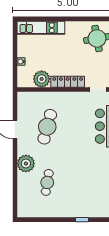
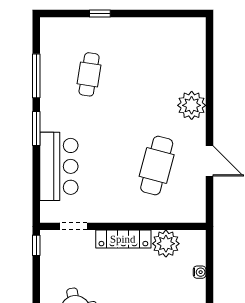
cafe table: (47, 182) -> (89, 74), moved

